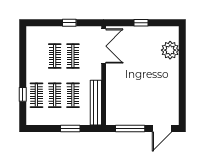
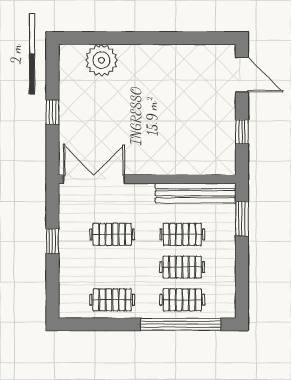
clothes rail: (55, 56) -> (112, 300), moved
window: (23, 94) -> (181, 324), width x3.17
window: (70, 128) -> (242, 219), moved
window: (130, 128) -> (242, 132), width x0.46

